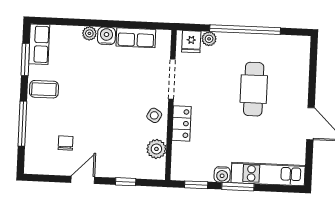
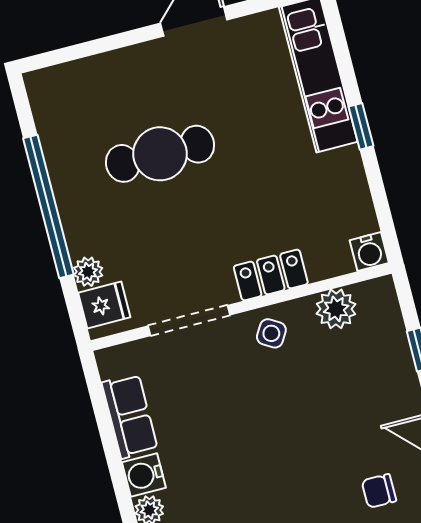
water cooler: (222, 175) -> (369, 252), moved, turned 90
window: (196, 185) -> (383, 209), removed
window: (238, 187) -> (361, 126), width x0.67

